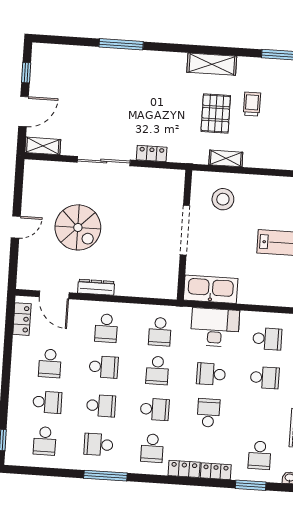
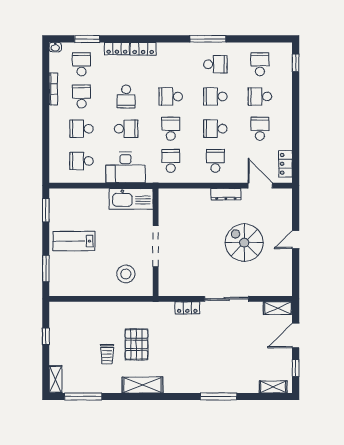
shelving: (226, 158) -> (273, 387), moved
school desk: (152, 448) -> (81, 96), moved

